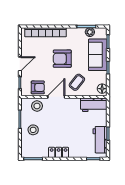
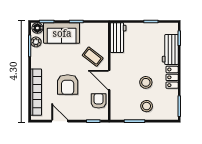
armchair: (62, 59) -> (68, 85), moved
door: (20, 64) -> (60, 121), moved
floor lamp: (102, 89) -> (37, 28), moved
stool: (37, 106) -> (146, 82), moved
workbench: (100, 140) -> (170, 50), moved, turned 90

